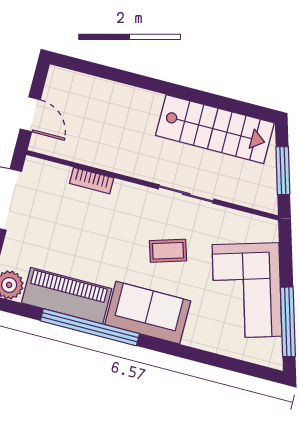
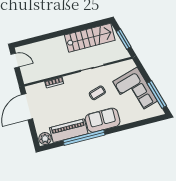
door: (30, 114) -> (15, 61), moved

